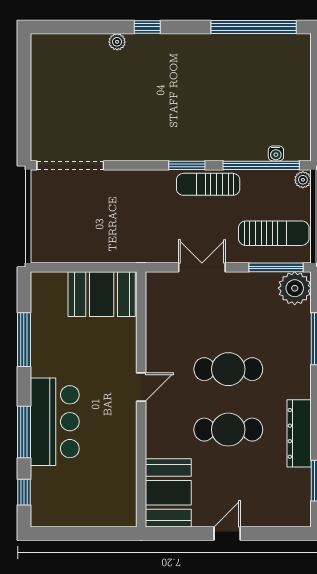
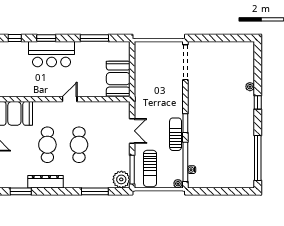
door: (141, 387) -> (70, 99), swing flipped
window: (24, 432) -> (46, 38), width x0.69

